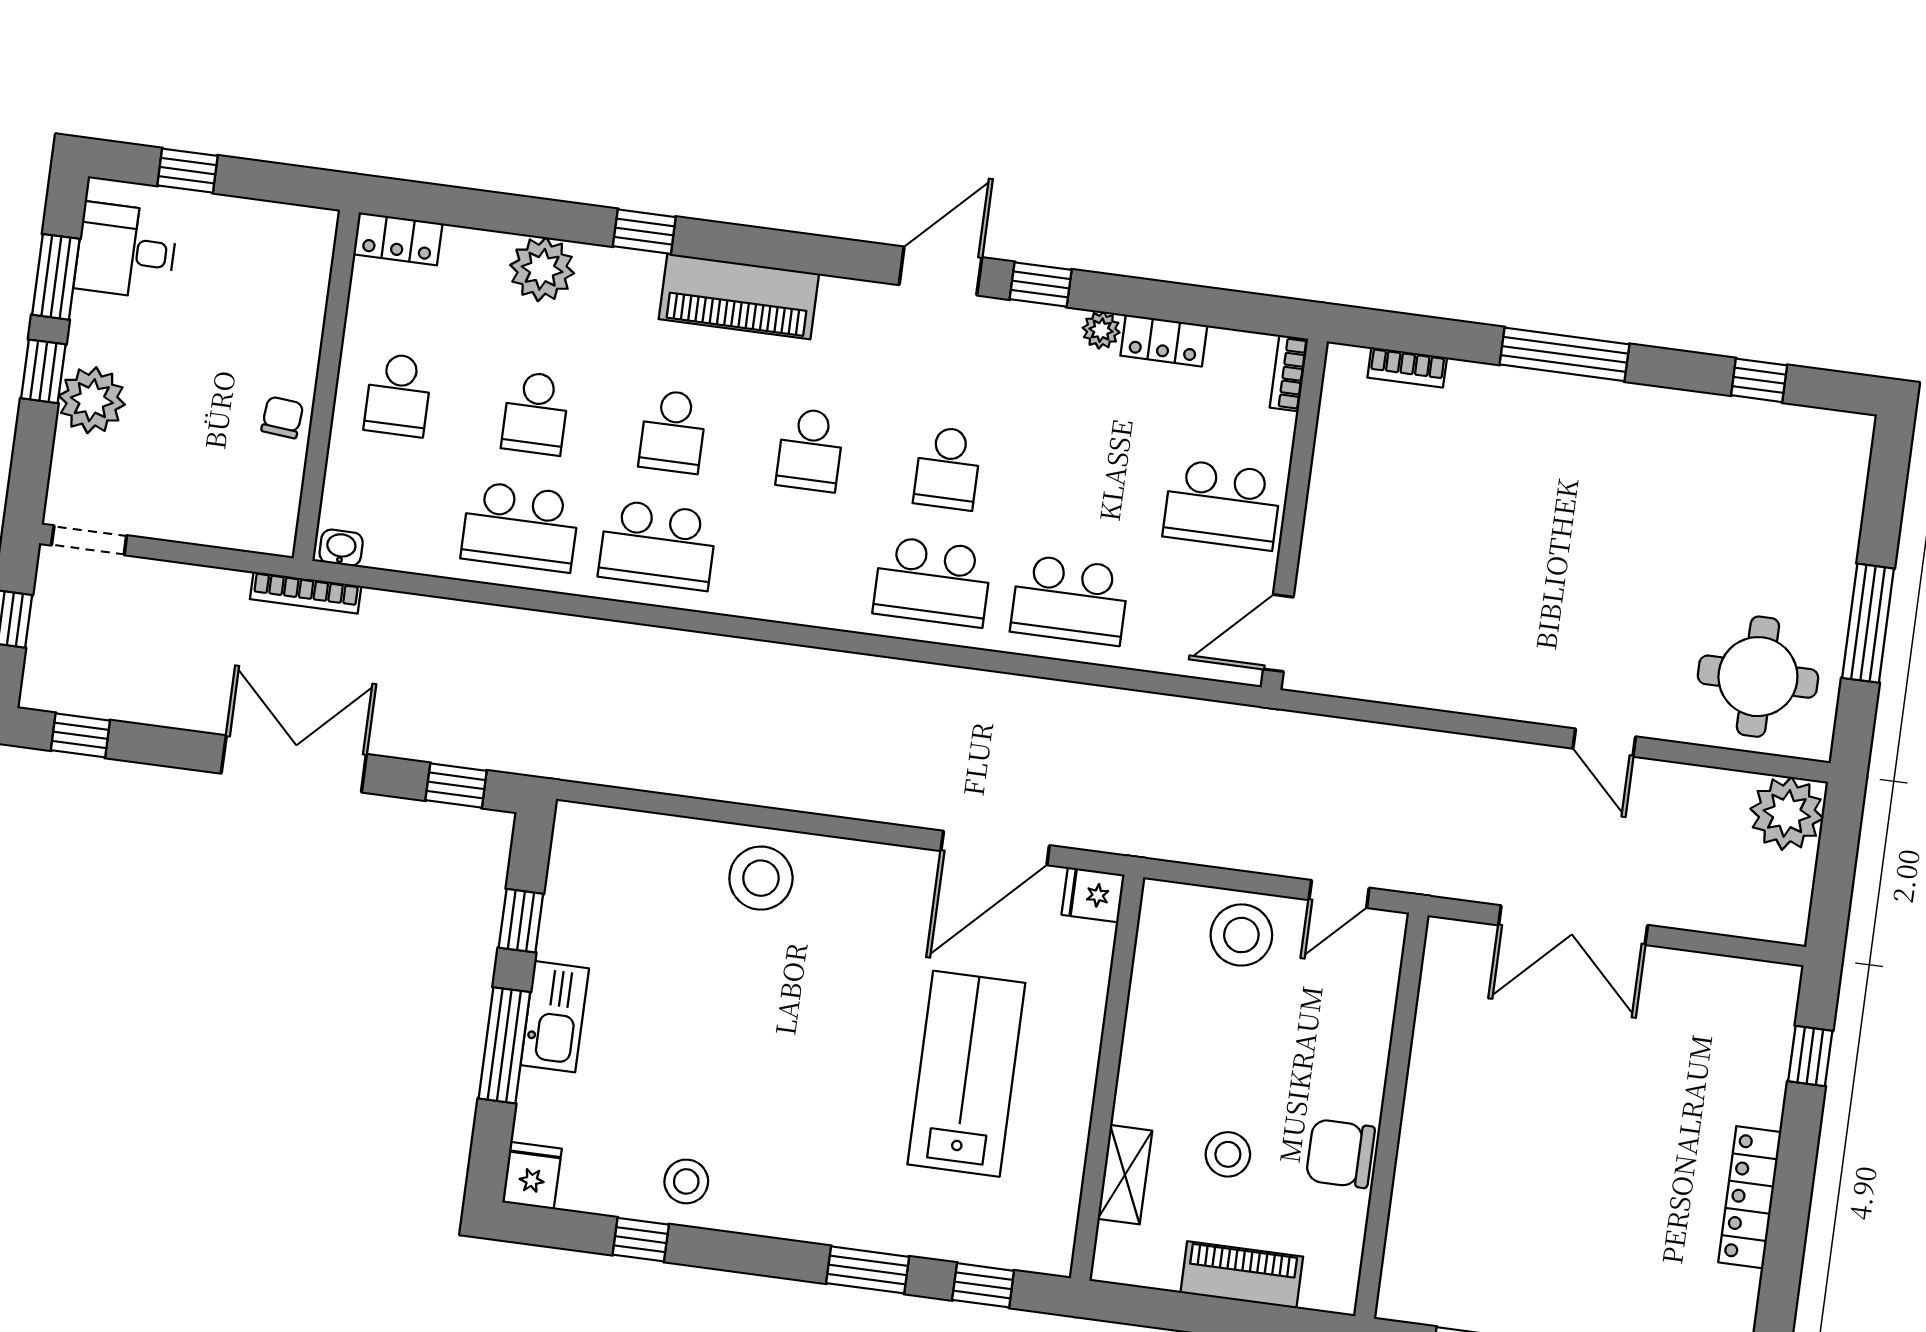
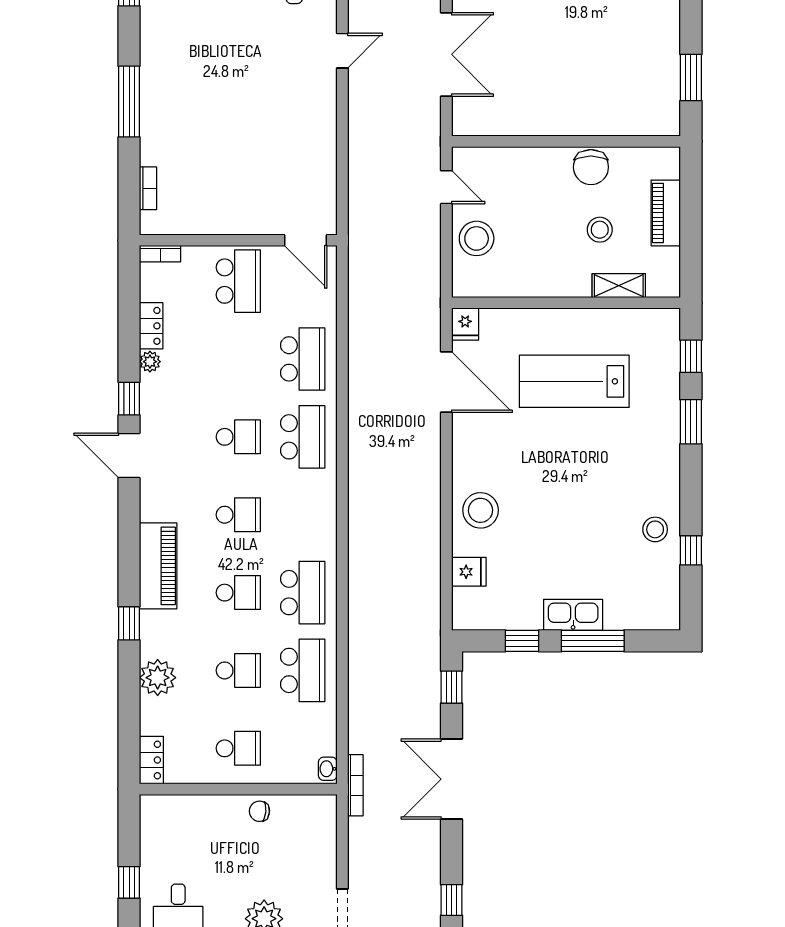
fridge: (532, 1176) -> (469, 572), moved, turned 180

